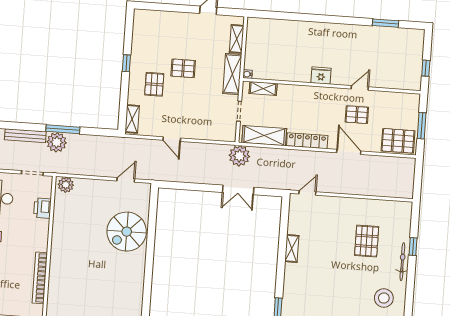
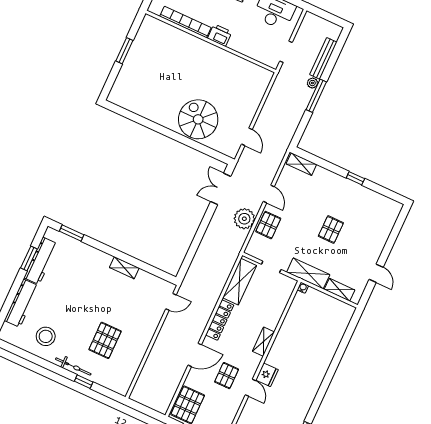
fridge: (321, 76) -> (267, 375), moved
pallet: (154, 84) -> (268, 225), moved, turned 90
shelving: (263, 88) -> (263, 342), moved
door: (172, 139) -> (269, 194), swing flipped
plant: (57, 142) -> (312, 83), width x0.53, depth x0.53
plant: (239, 156) -> (244, 219), moved
plant: (66, 185) -> (263, 79), removed
double door: (238, 190) -> (221, 189), moved
door: (307, 193) -> (171, 302), hinge flipped
printer: (42, 208) -> (220, 35), moved
pallet: (367, 241) -> (105, 340), turned 90

